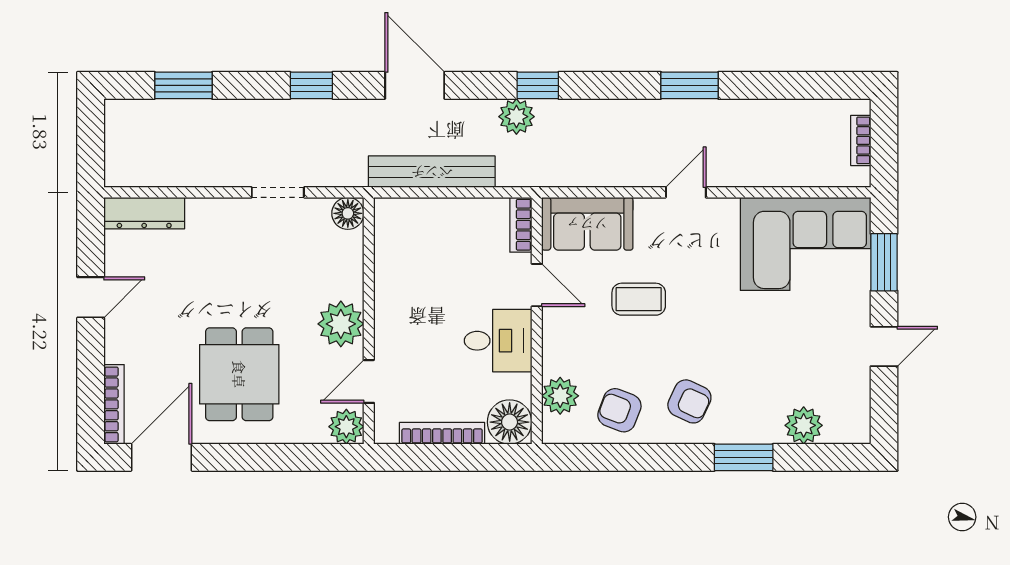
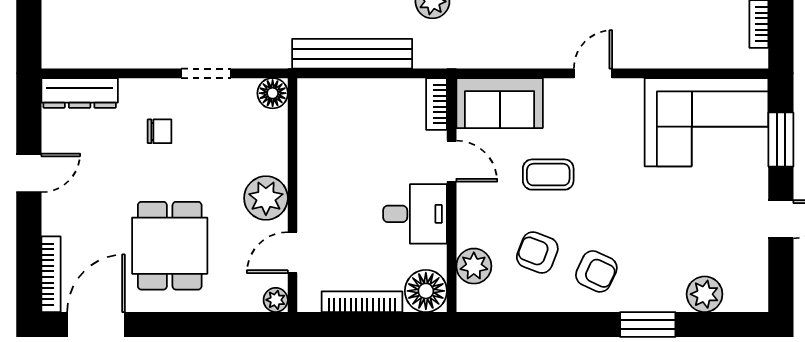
chair: (229, 254) -> (160, 131), added
armchair: (619, 410) -> (537, 252), moved
plant: (346, 427) -> (276, 300), width x0.73, depth x0.73

